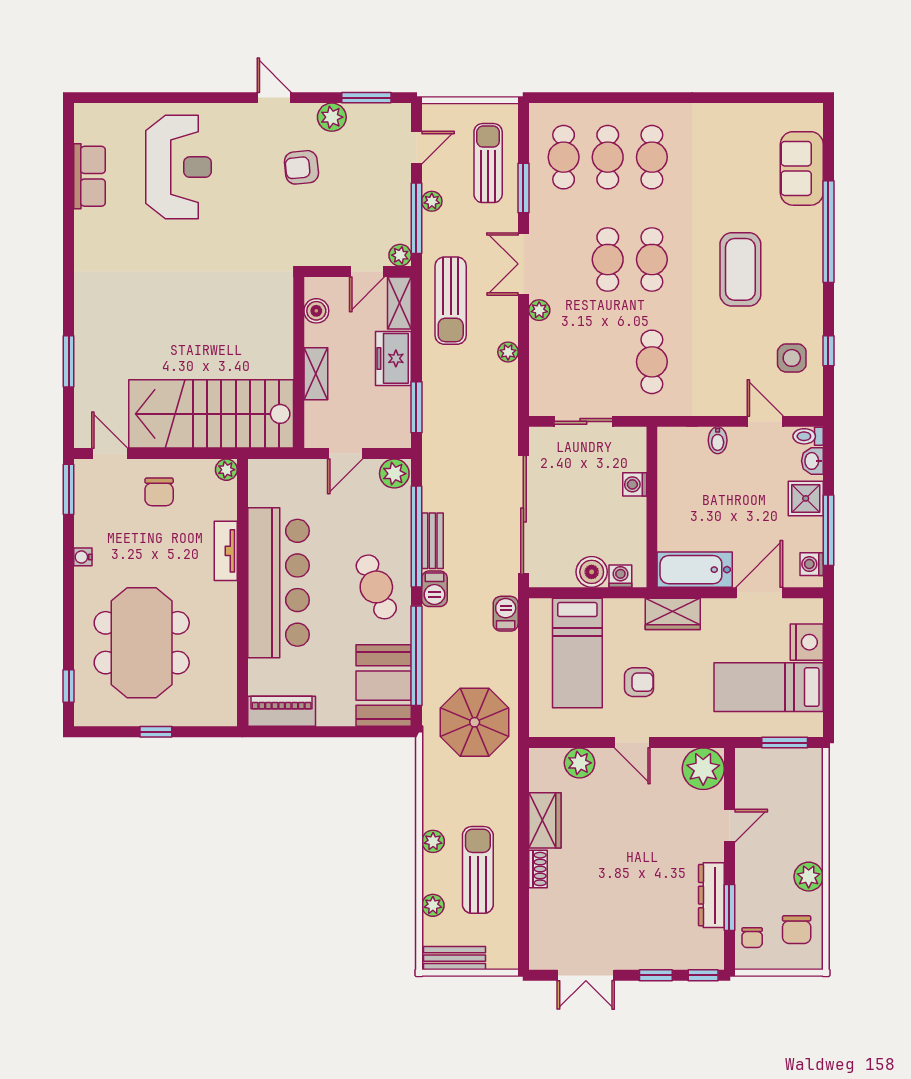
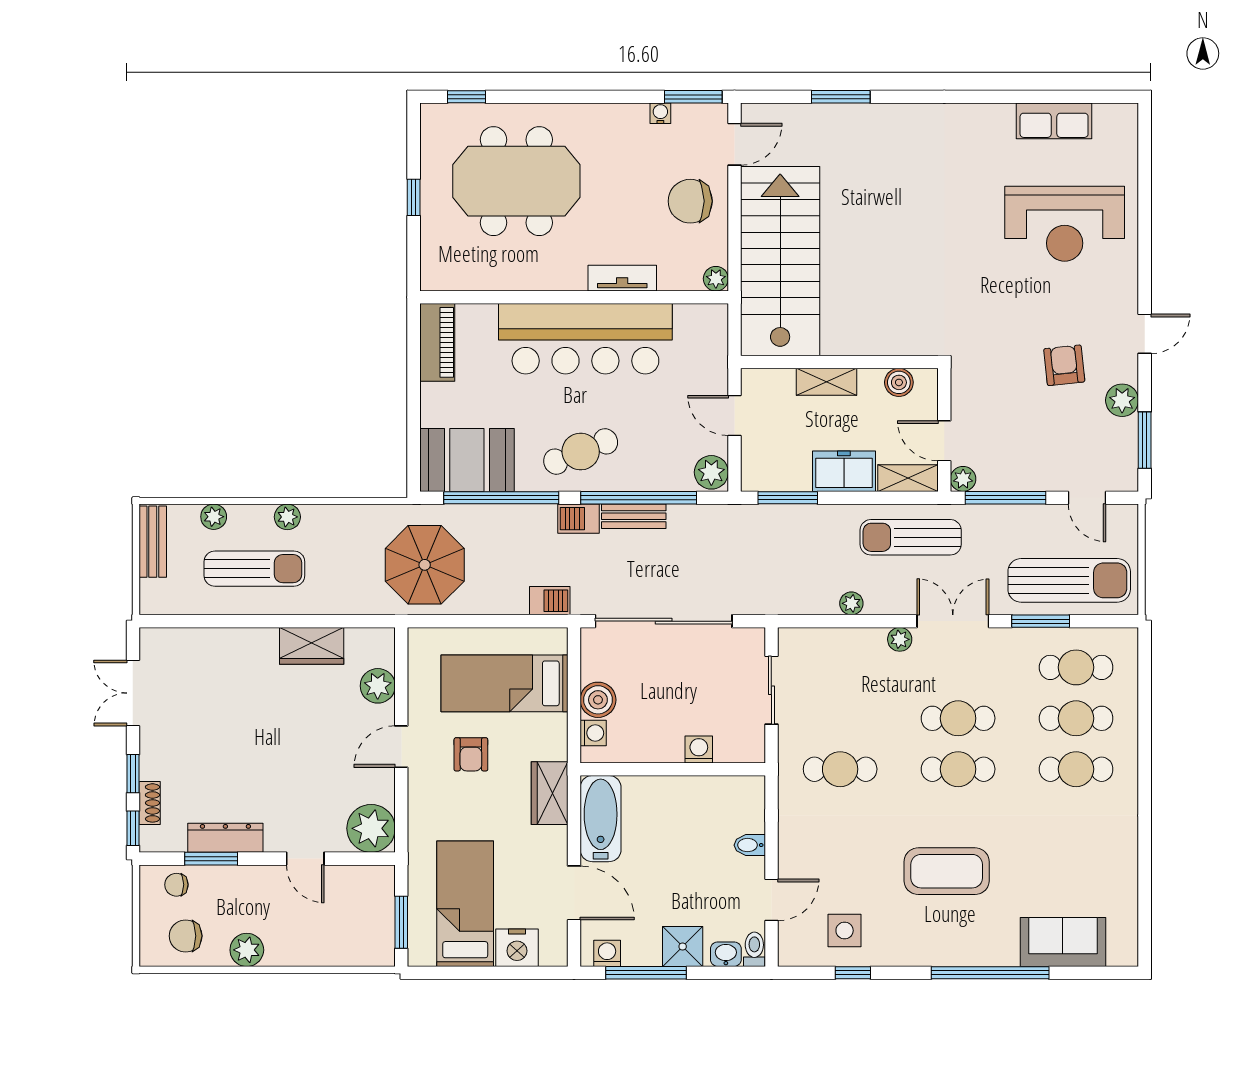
sun lounger: (488, 163) -> (1069, 580), width x1.36, depth x1.34
plant: (432, 201) -> (1025, 516), removed
chair: (159, 492) -> (690, 201), width x1.37, depth x1.37
water cooler: (83, 557) -> (660, 113), moved
shoe rack: (538, 869) -> (150, 803), moved, turned -90

